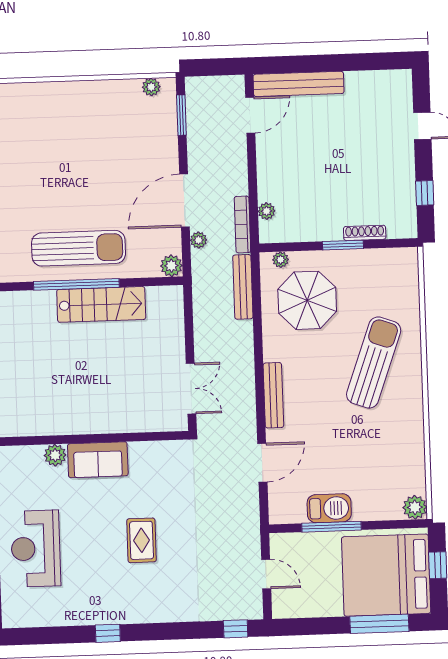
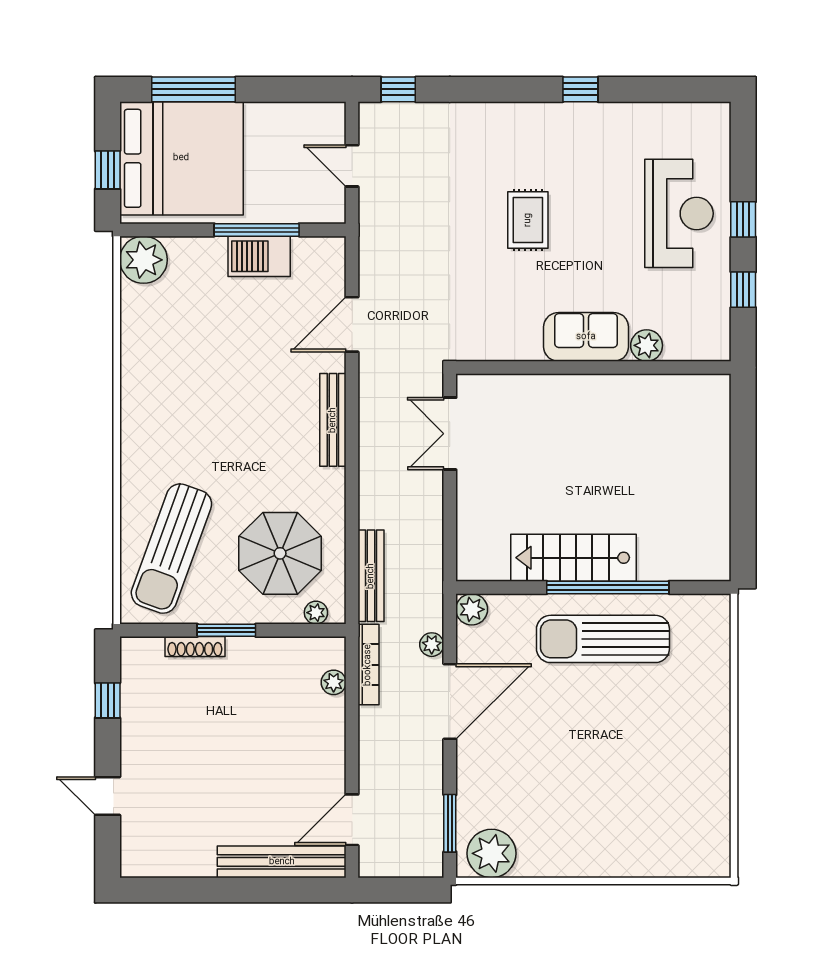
plant: (151, 87) -> (491, 853), width x1.87, depth x1.87
sun lounger: (374, 362) -> (171, 549), moved
plant: (415, 507) -> (143, 260), width x1.36, depth x1.36

